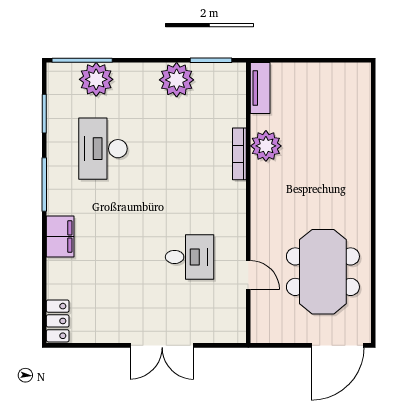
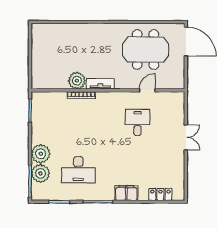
plant: (177, 80) -> (41, 154), moved
tv unit: (260, 88) -> (100, 84), moved
locker: (58, 321) -> (160, 194), moved
double door: (162, 345) -> (186, 137), width x0.73

